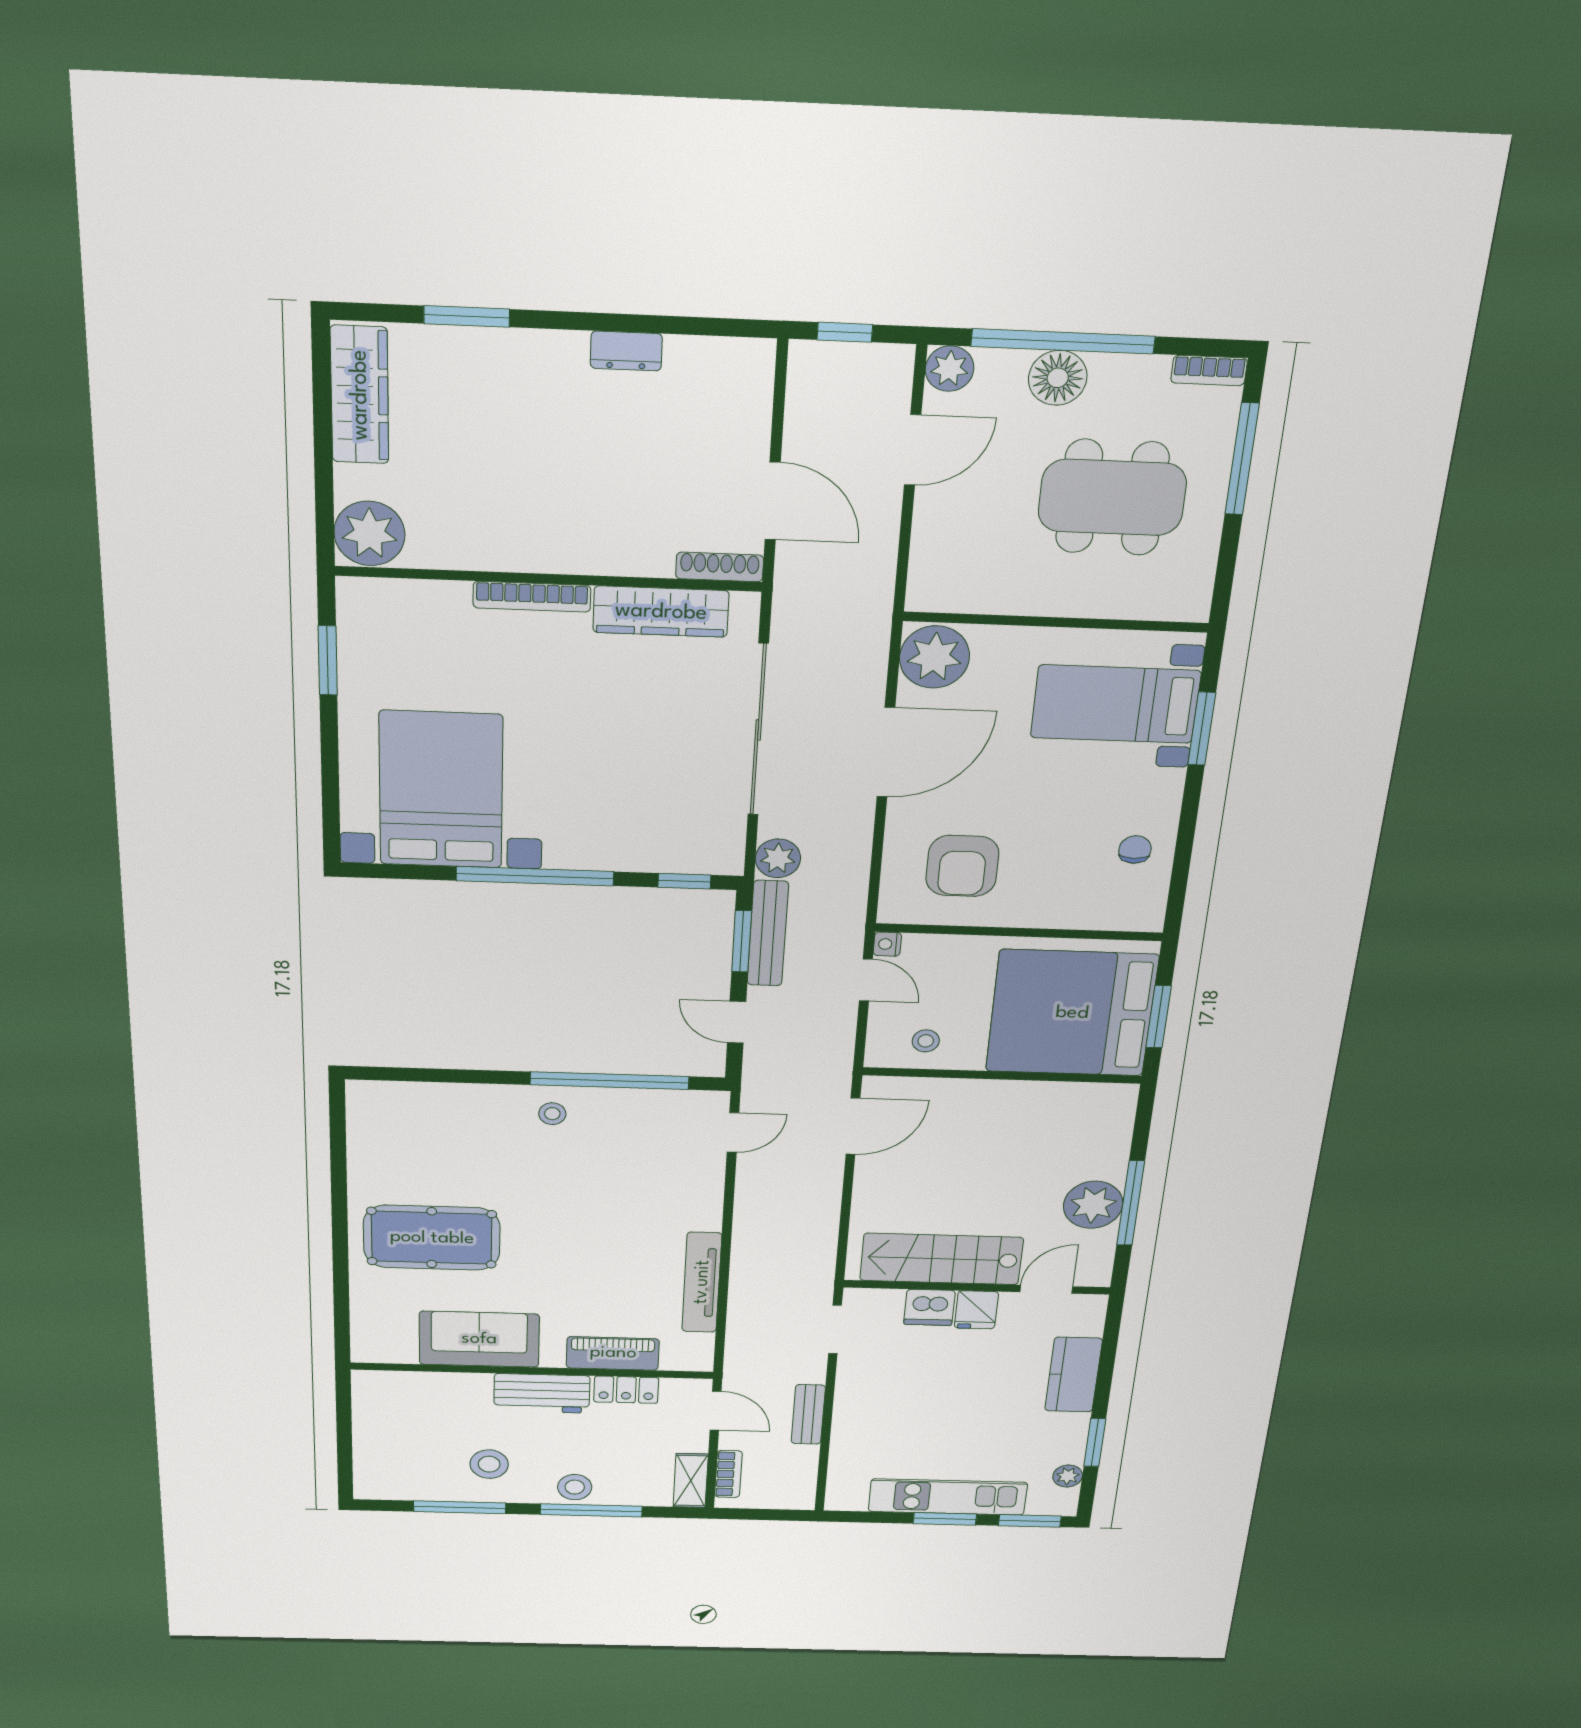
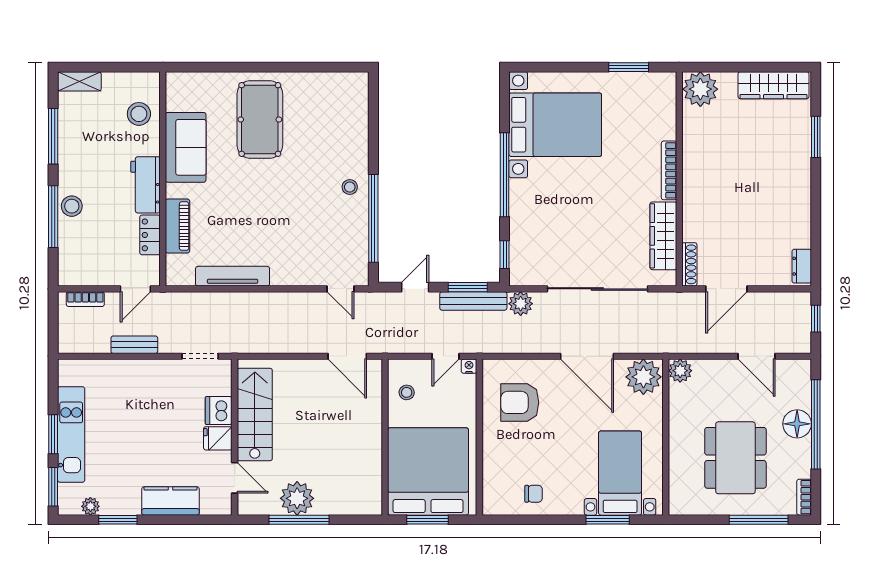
dresser: (626, 351) -> (802, 266), moved
plant: (950, 369) -> (680, 371), moved
stool: (489, 1464) -> (139, 114), moved
shelving: (691, 1481) -> (79, 81), moved

